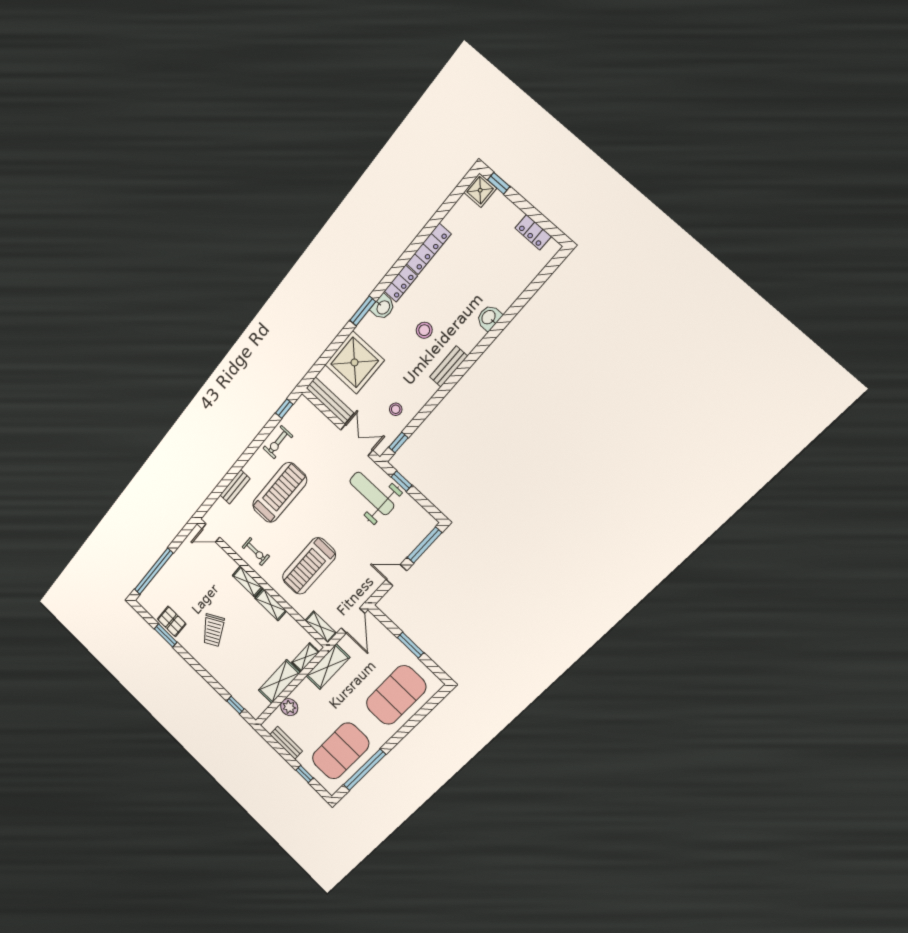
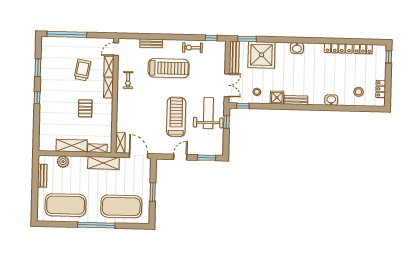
shower: (480, 190) -> (277, 98), moved
locker: (401, 284) -> (363, 49), moved
window: (363, 311) -> (247, 39), moved
stool: (424, 330) -> (358, 92), moved
door: (211, 533) -> (116, 49), hinge flipped
window: (424, 545) -> (206, 158), width x0.69
treadmill: (309, 566) -> (176, 117), moved, turned 90
door: (396, 575) -> (180, 157), hinge flipped
shelving: (271, 605) -> (109, 67), moved
pallet: (172, 621) -> (85, 108), moved
door: (353, 621) -> (139, 156), swing flipped
trolley: (213, 630) -> (82, 70), moved, turned 131
window: (235, 705) -> (37, 98), moved
window: (365, 770) -> (96, 225), moved
window: (304, 774) -> (35, 198), removed

